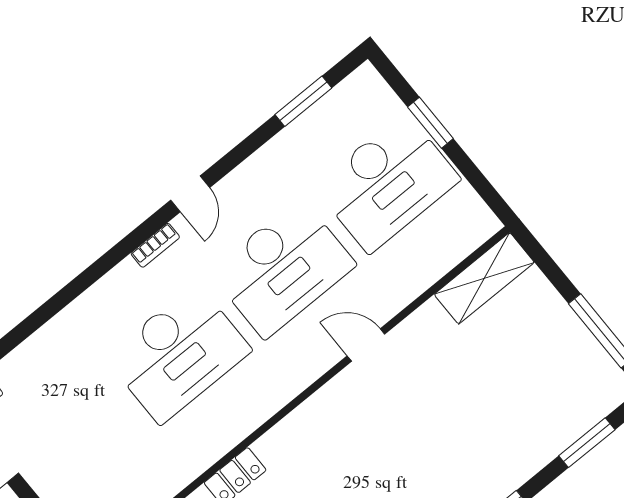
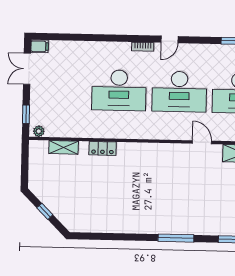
door: (366, 345) -> (202, 142), moved

